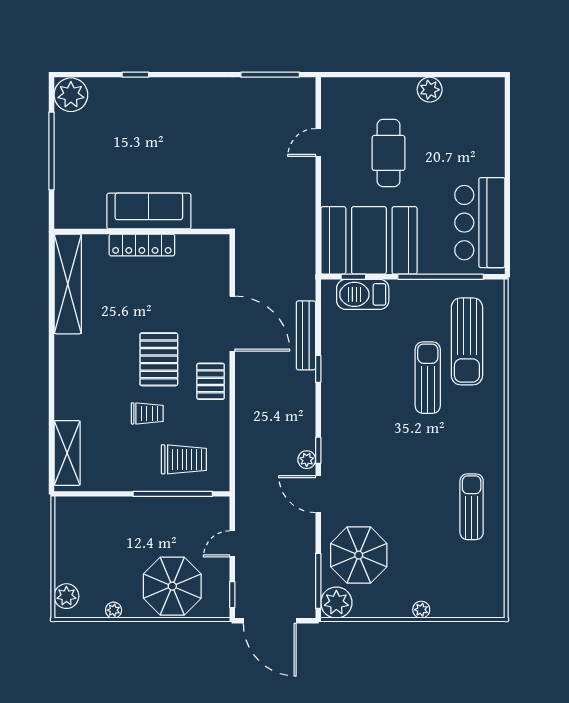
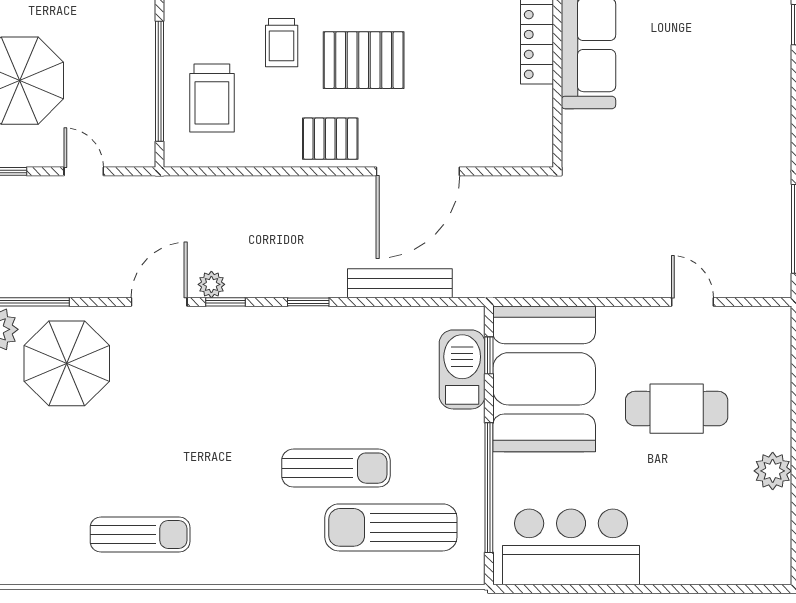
window: (318, 369) -> (308, 302), moved

